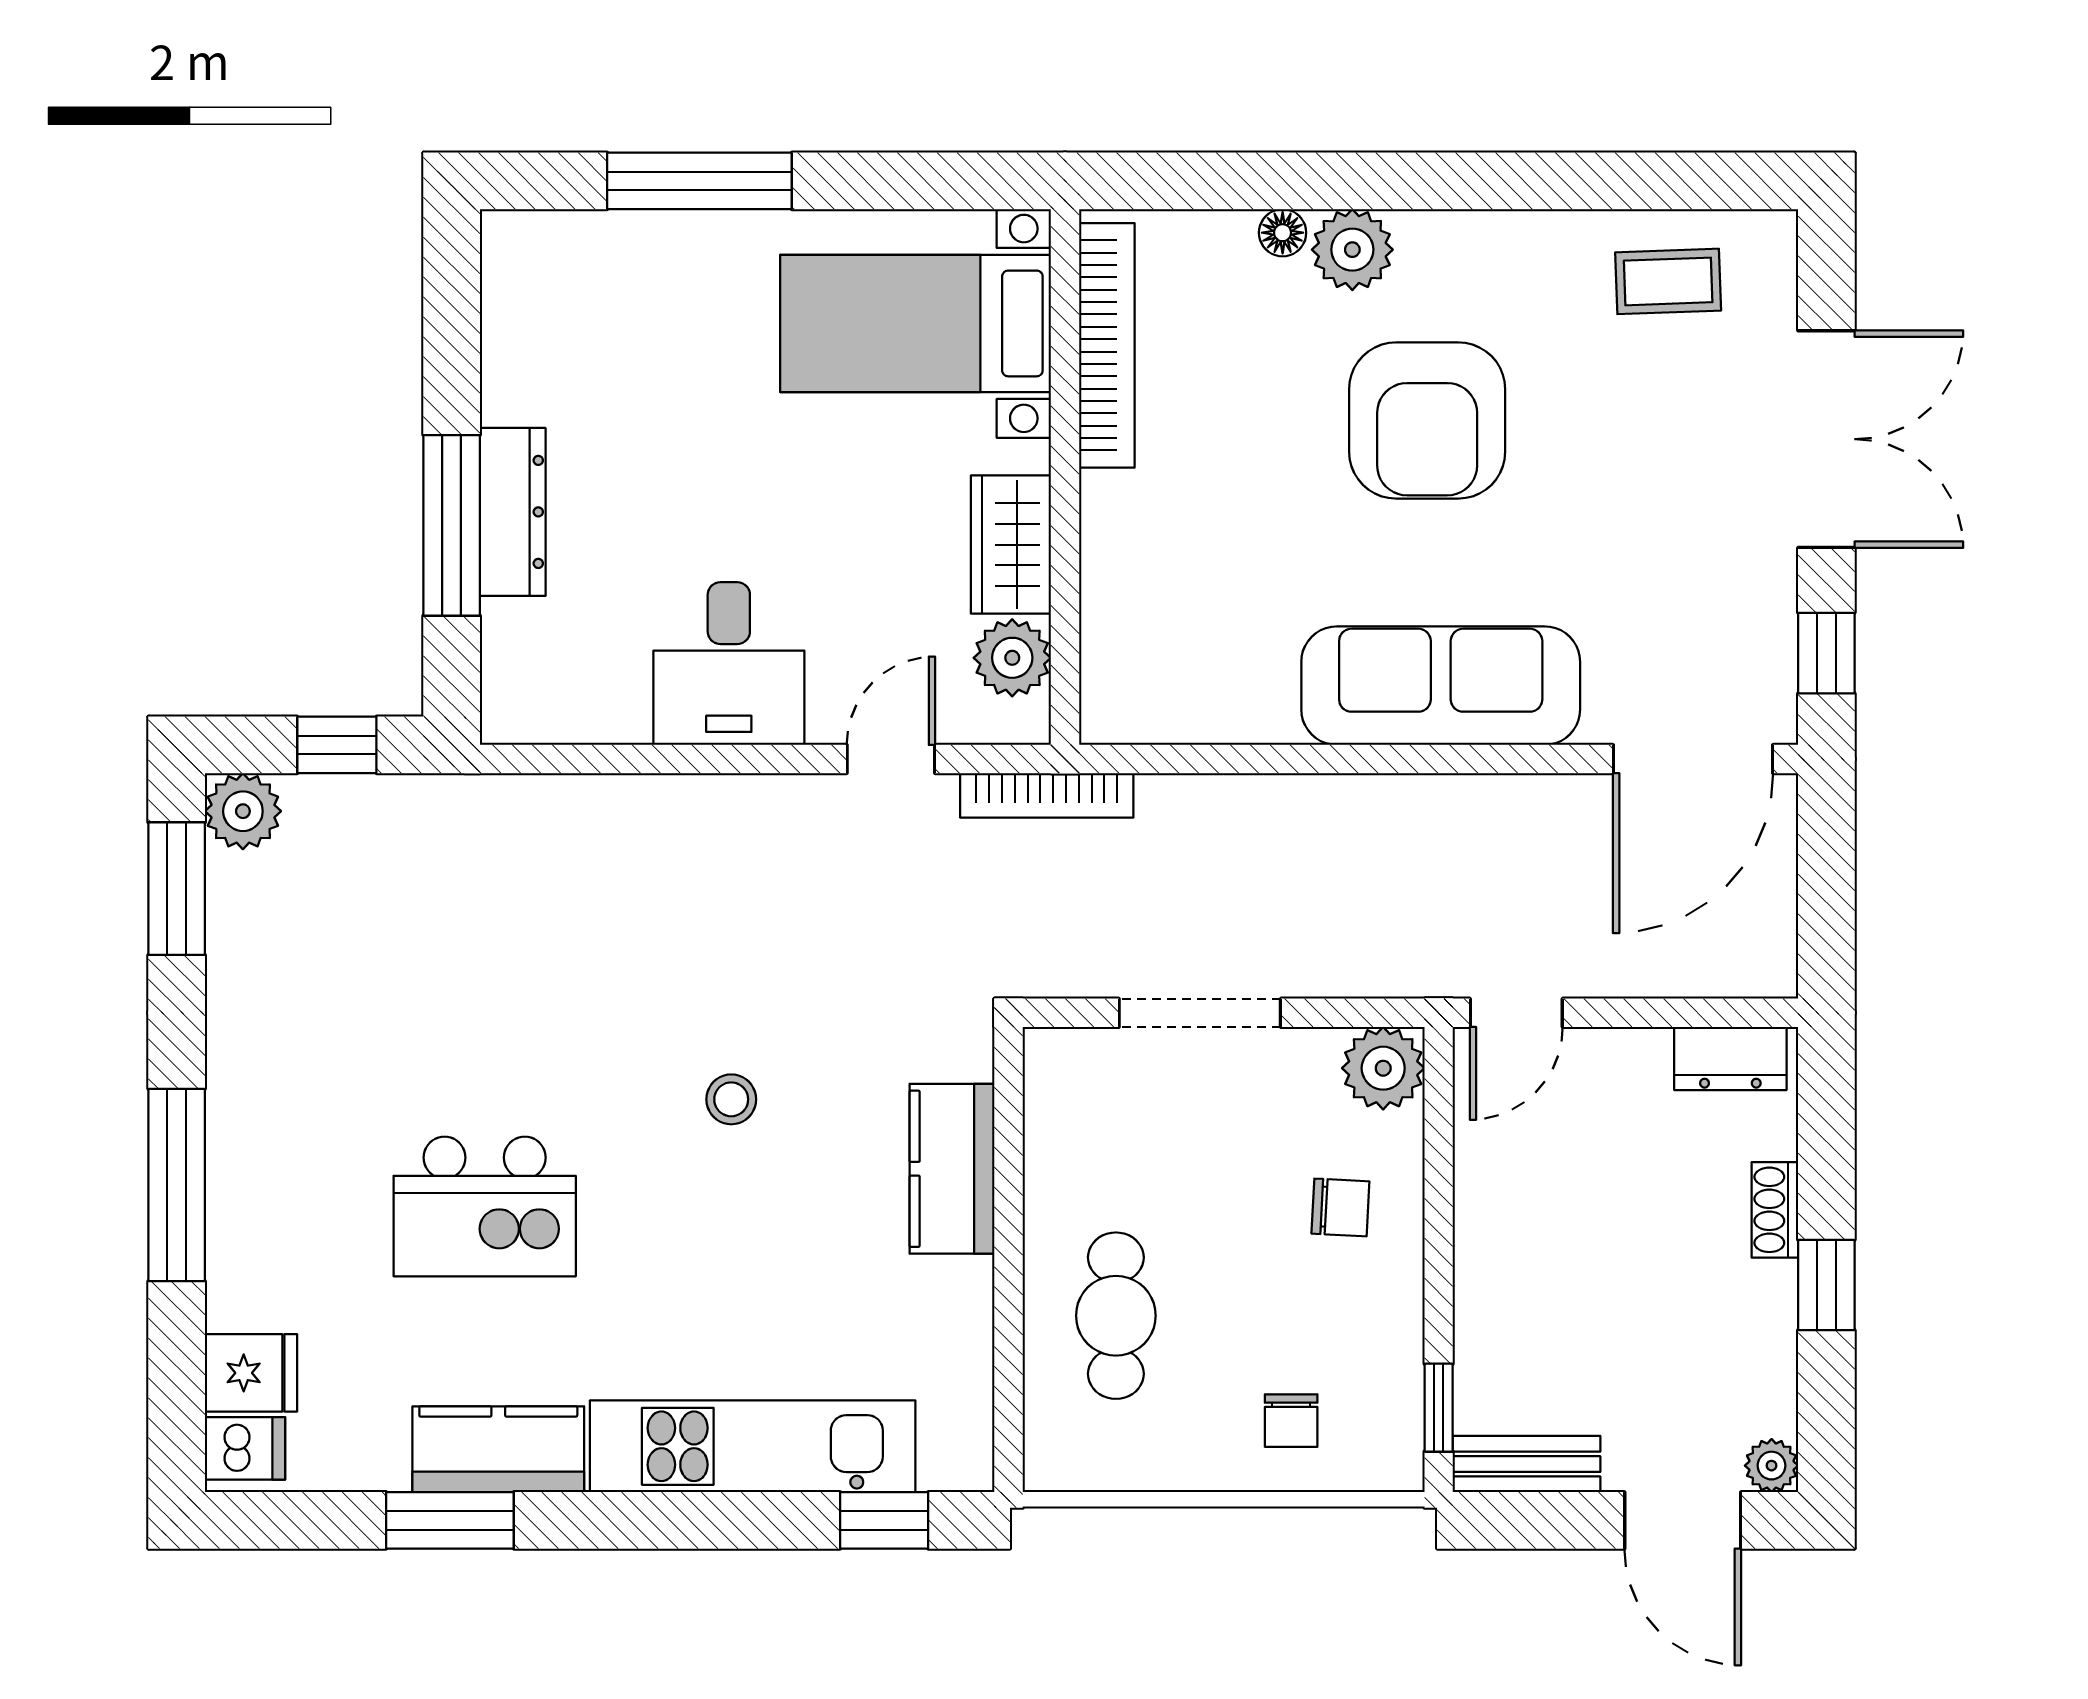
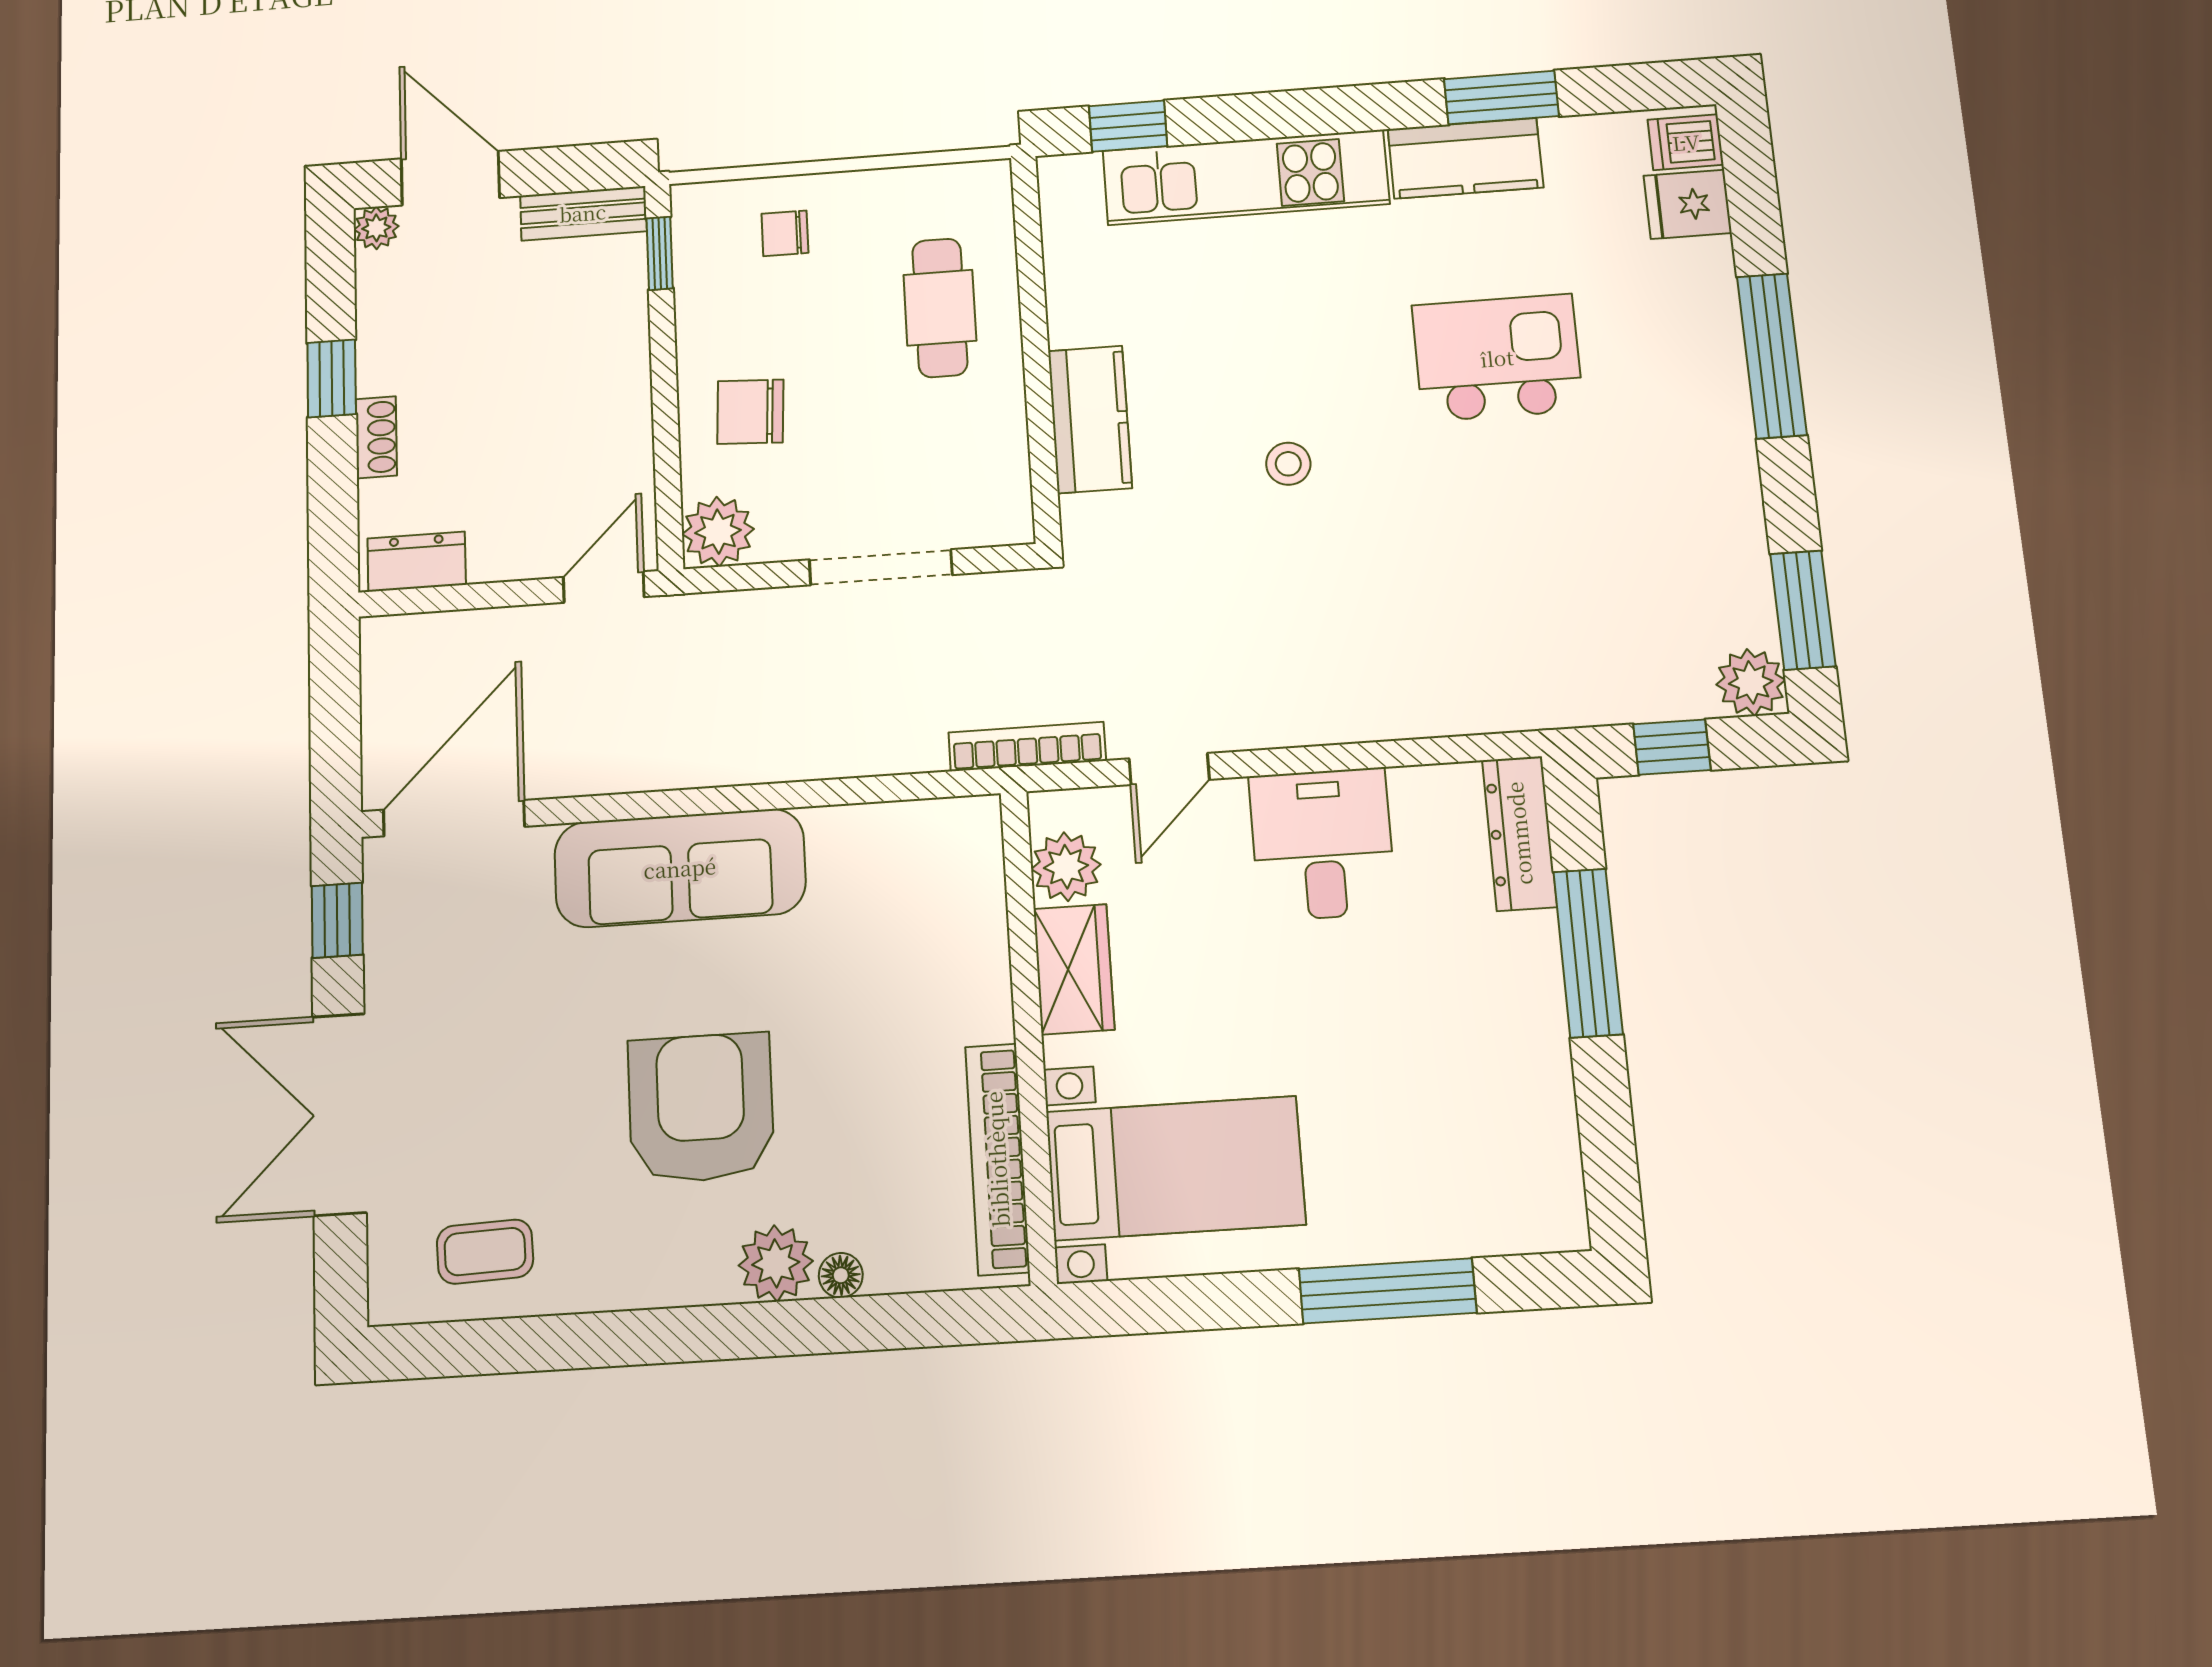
dresser: (513, 512) -> (1519, 833), moved
chair: (1340, 1208) -> (750, 412), width x1.37, depth x1.37
chair: (1291, 1421) -> (785, 233), turned -90

